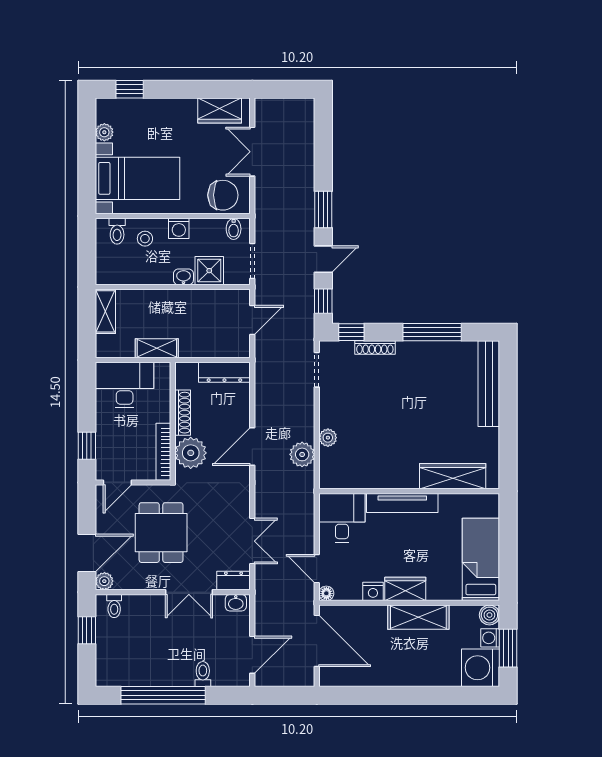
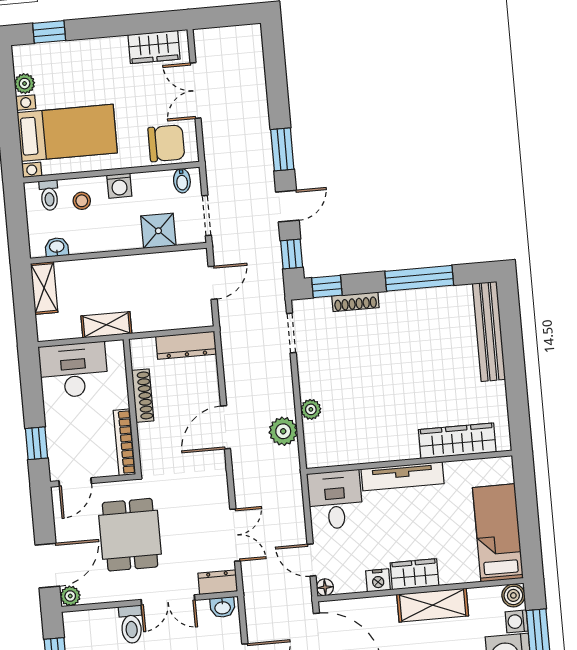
washbasin: (183, 277) -> (57, 247), moved
plant: (191, 453) -> (156, 441), removed
toilet: (114, 606) -> (131, 624), moved, width x1.37, depth x1.39

